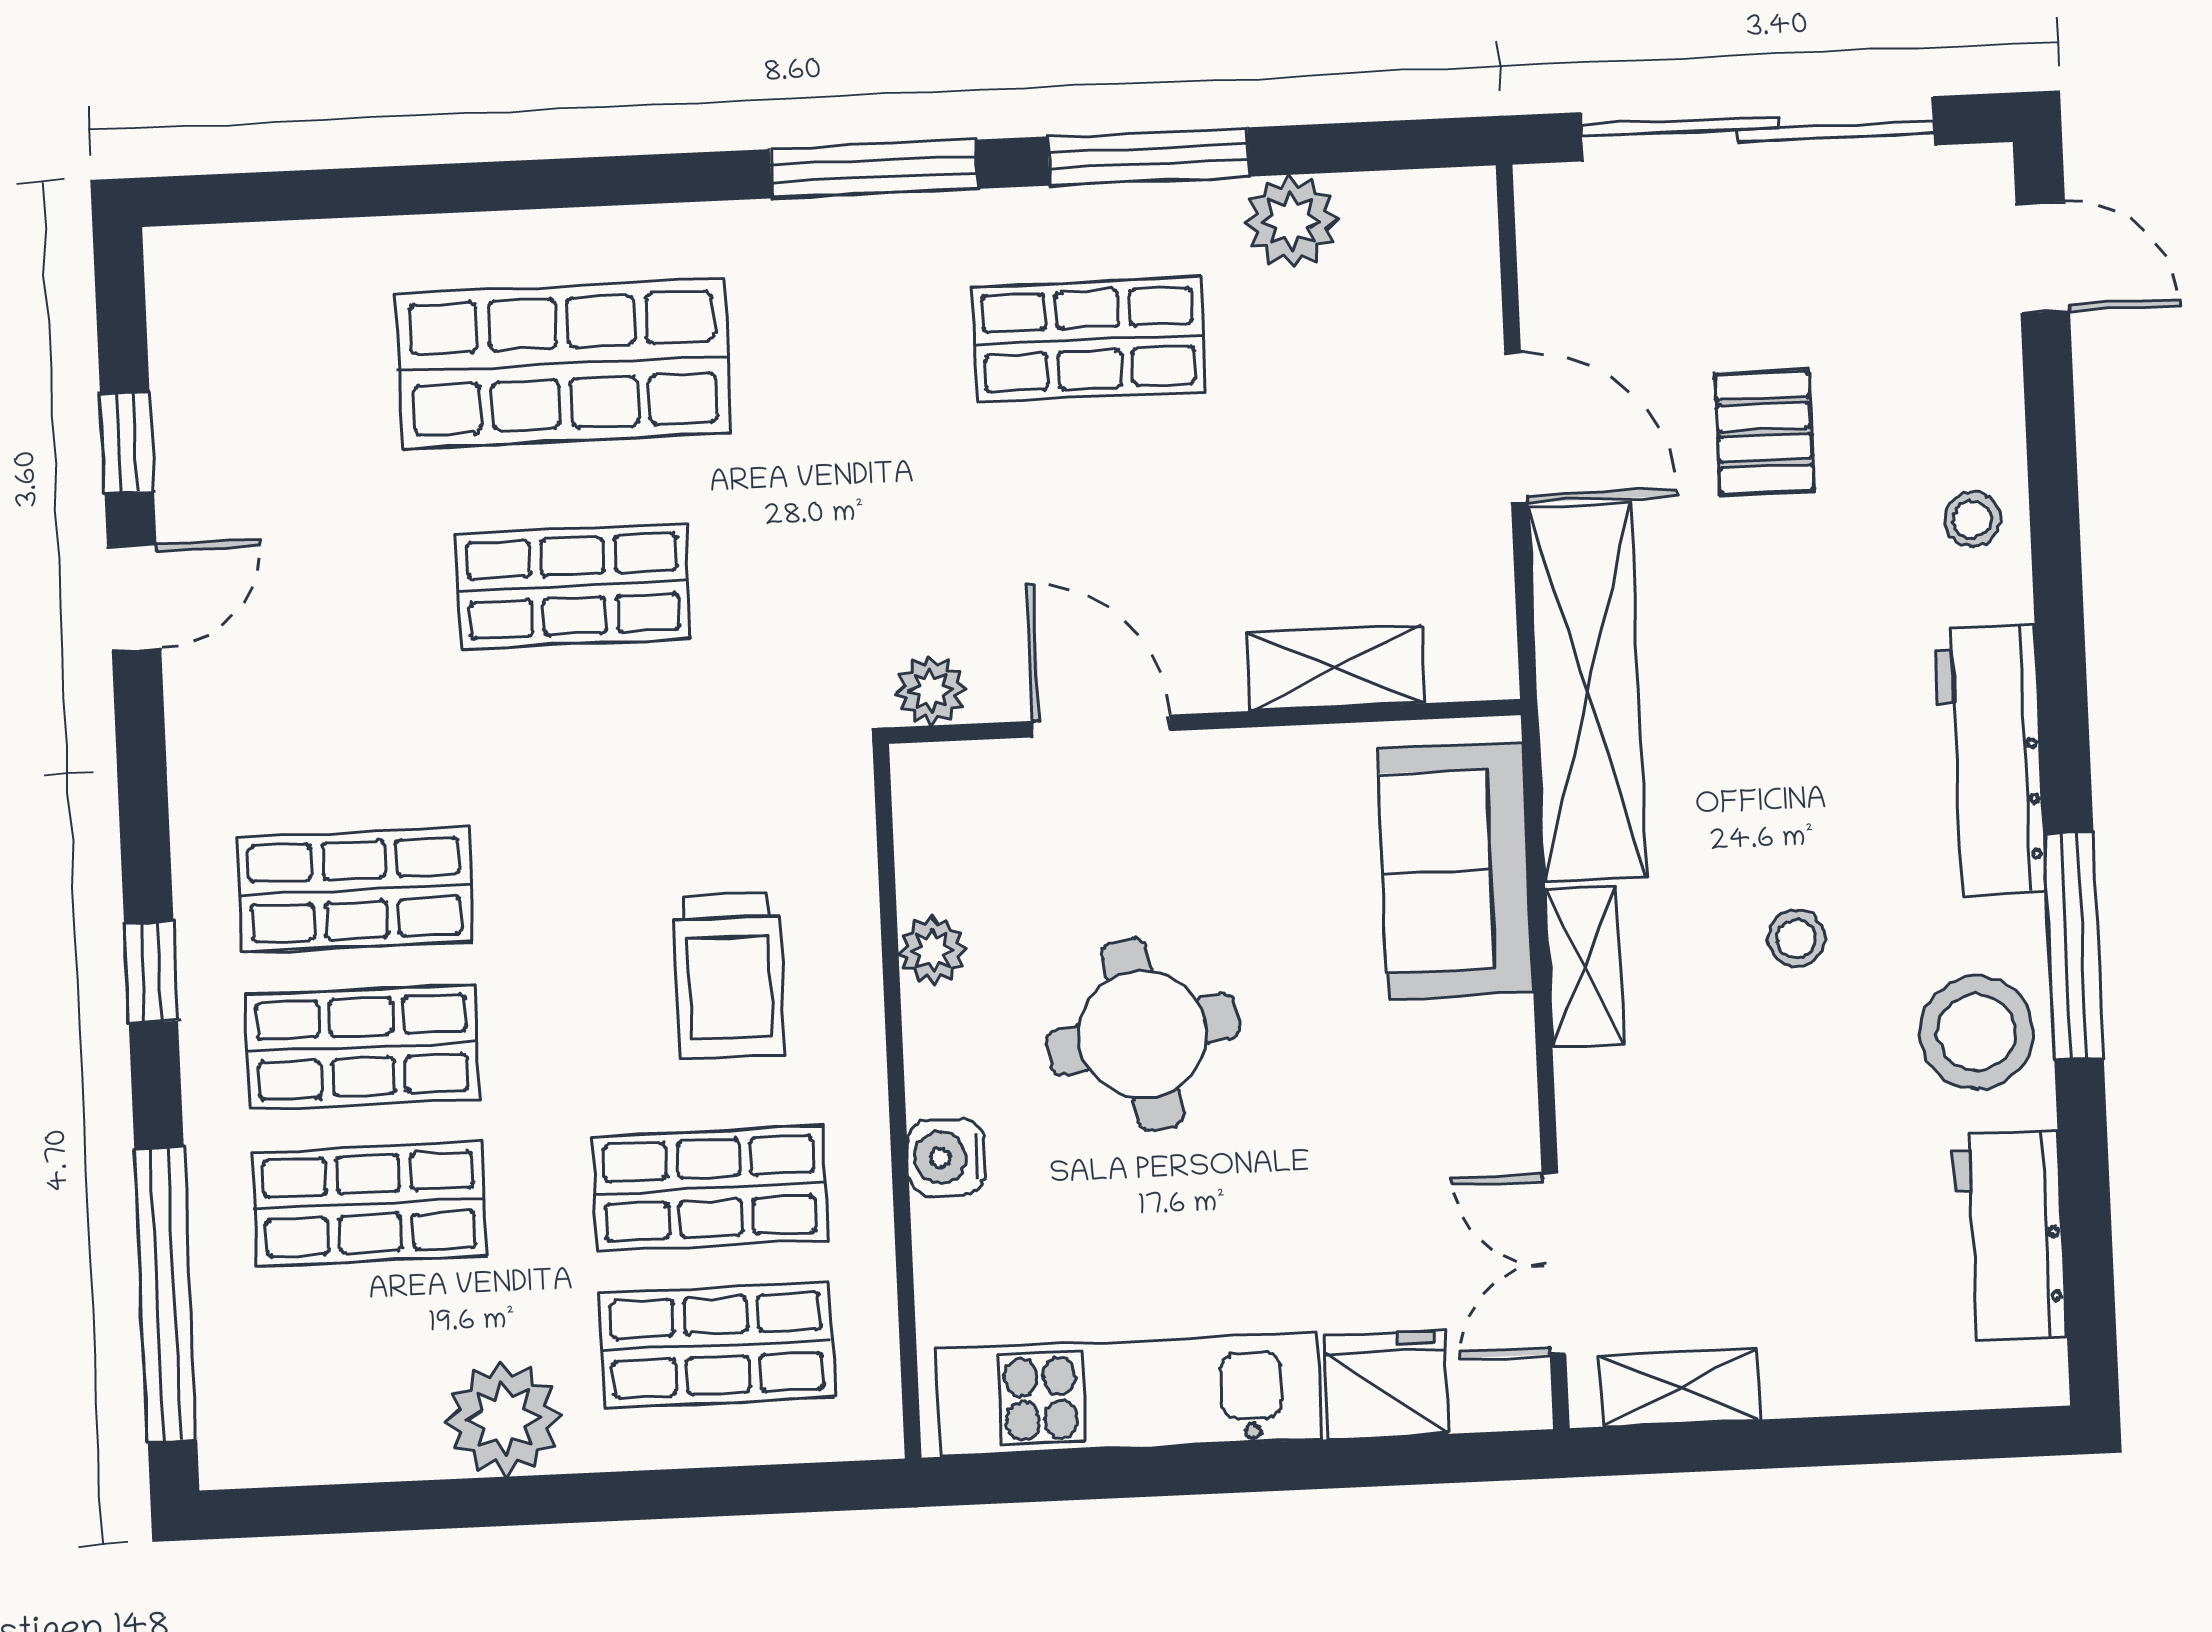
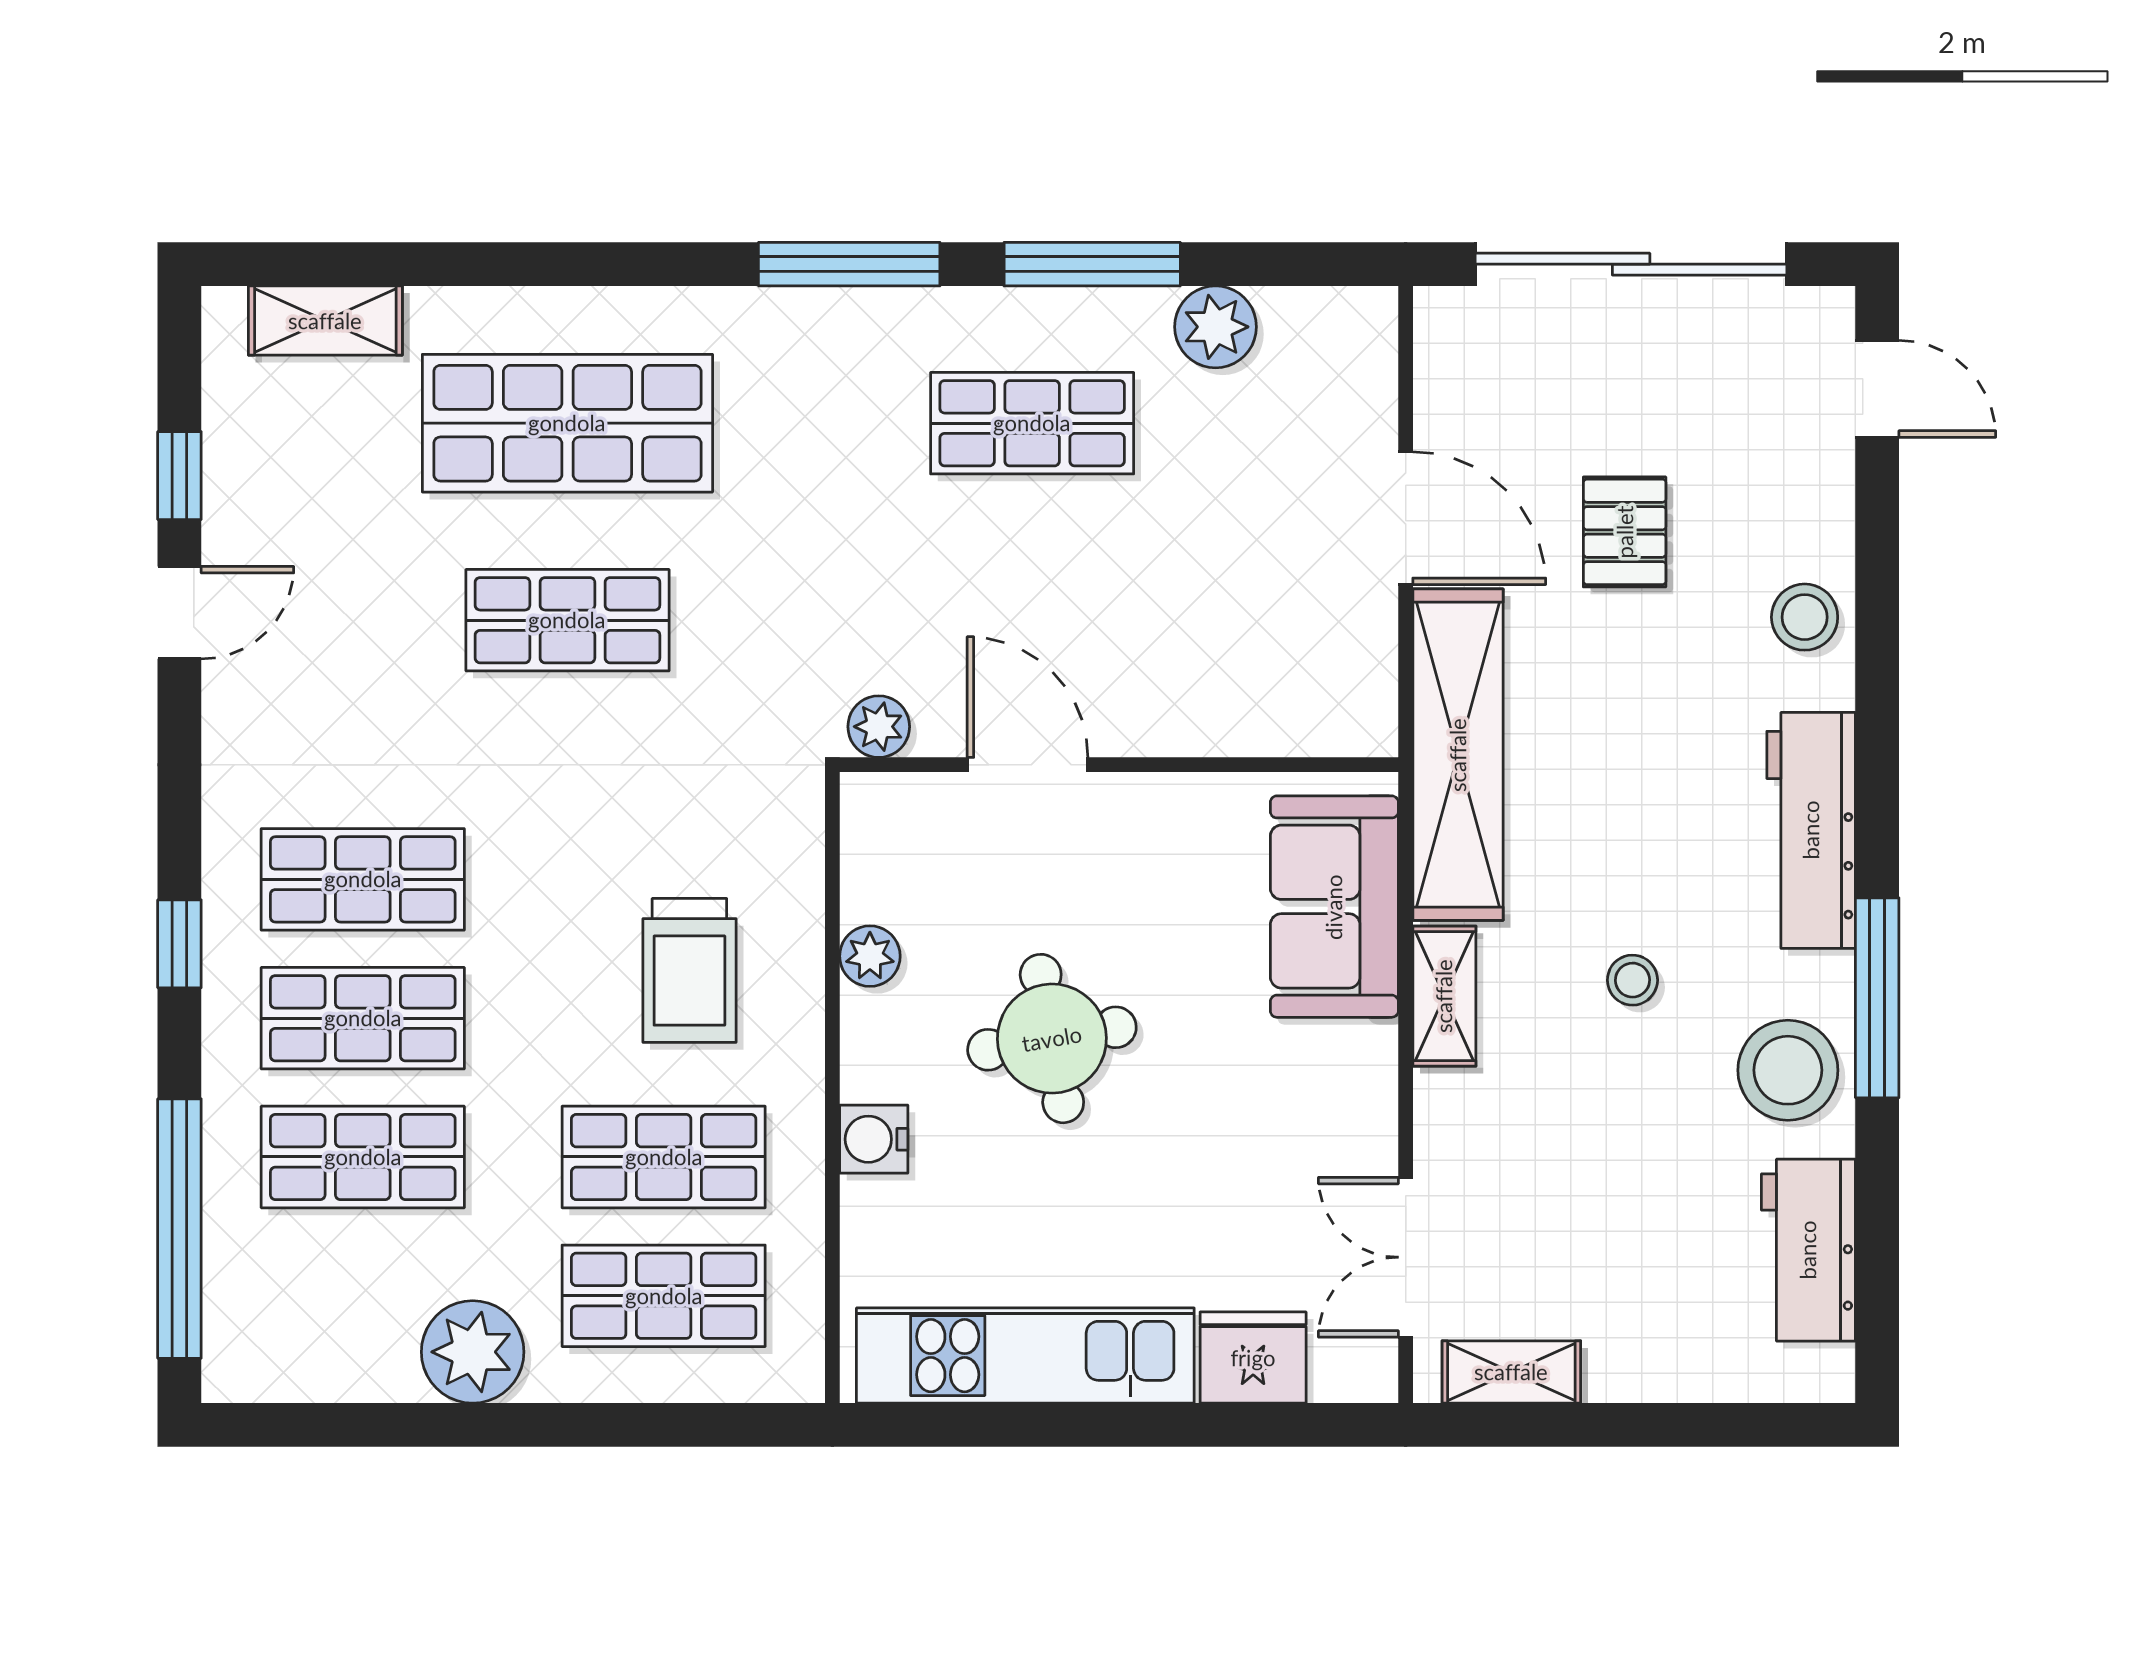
stool: (1972, 519) -> (1805, 617), width x1.37, depth x1.37
shelving: (1336, 668) -> (325, 321), moved

